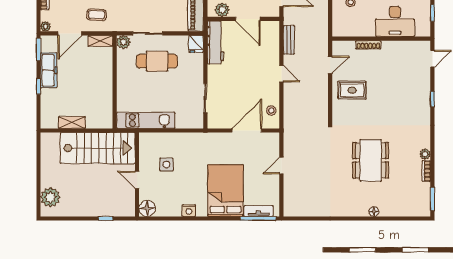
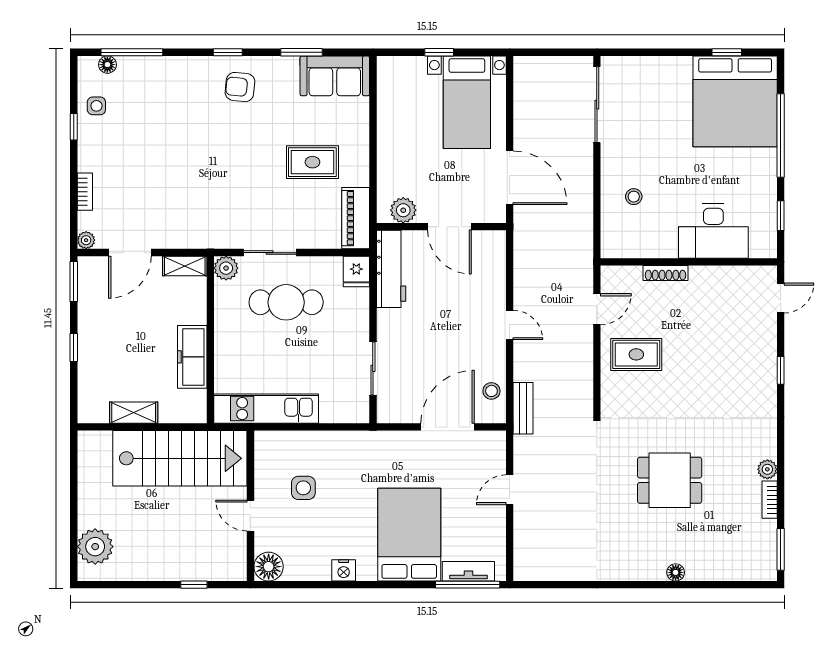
coffee table: (96, 15) -> (178, 219), removed
bench: (289, 40) -> (523, 408), moved
freezer: (49, 70) -> (192, 357), moved, turned 180
dining table: (371, 160) -> (670, 480), width x0.73

